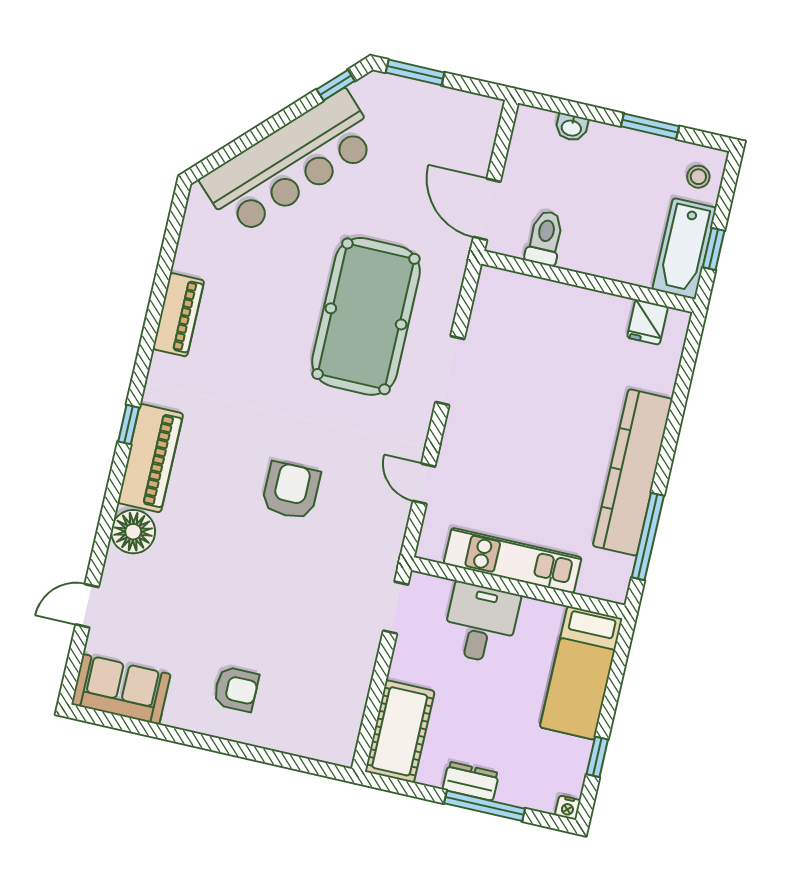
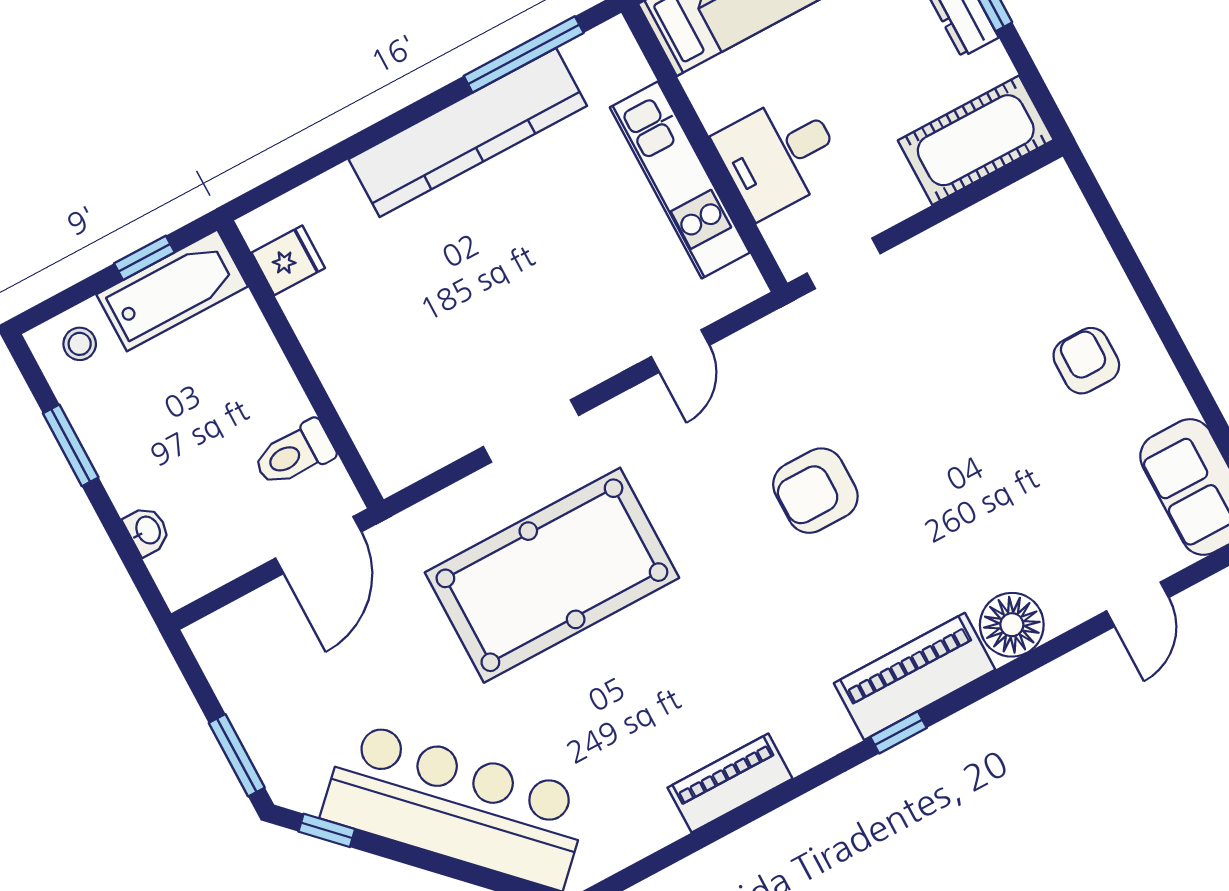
door: (87, 606) -> (1137, 604), hinge flipped

